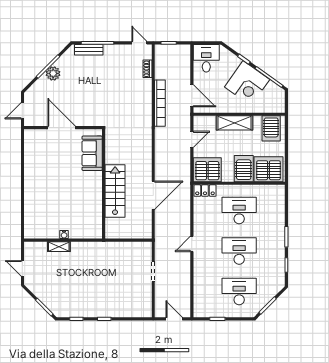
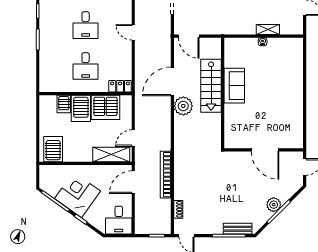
door: (192, 96) -> (133, 182), hinge flipped
shelving: (235, 123) -> (111, 155), moved
sofa: (92, 153) -> (234, 86), moved
server rack: (269, 169) -> (64, 104), width x0.46, depth x0.70
server rack: (207, 170) -> (105, 107), moved
plant: (142, 171) -> (183, 106), added
desk: (239, 211) -> (86, 66), width x0.73
door: (137, 240) -> (189, 36), added
door: (192, 244) -> (133, 32), swing flipped
desk: (239, 251) -> (86, 25), width x0.73

